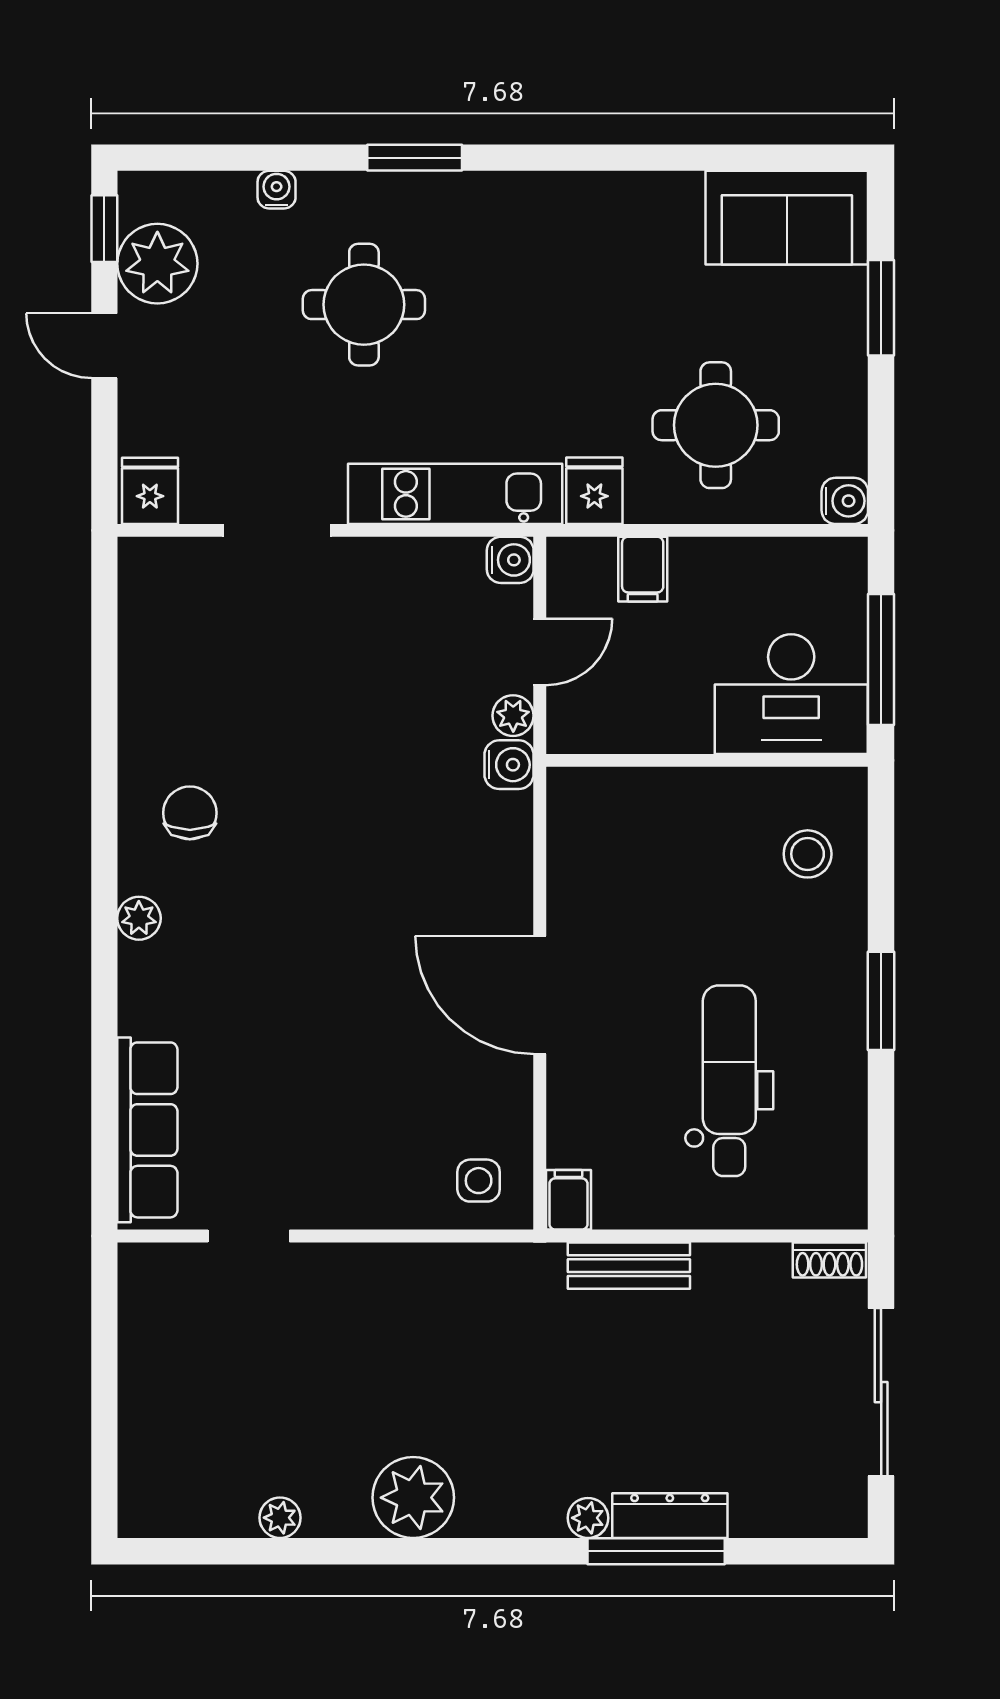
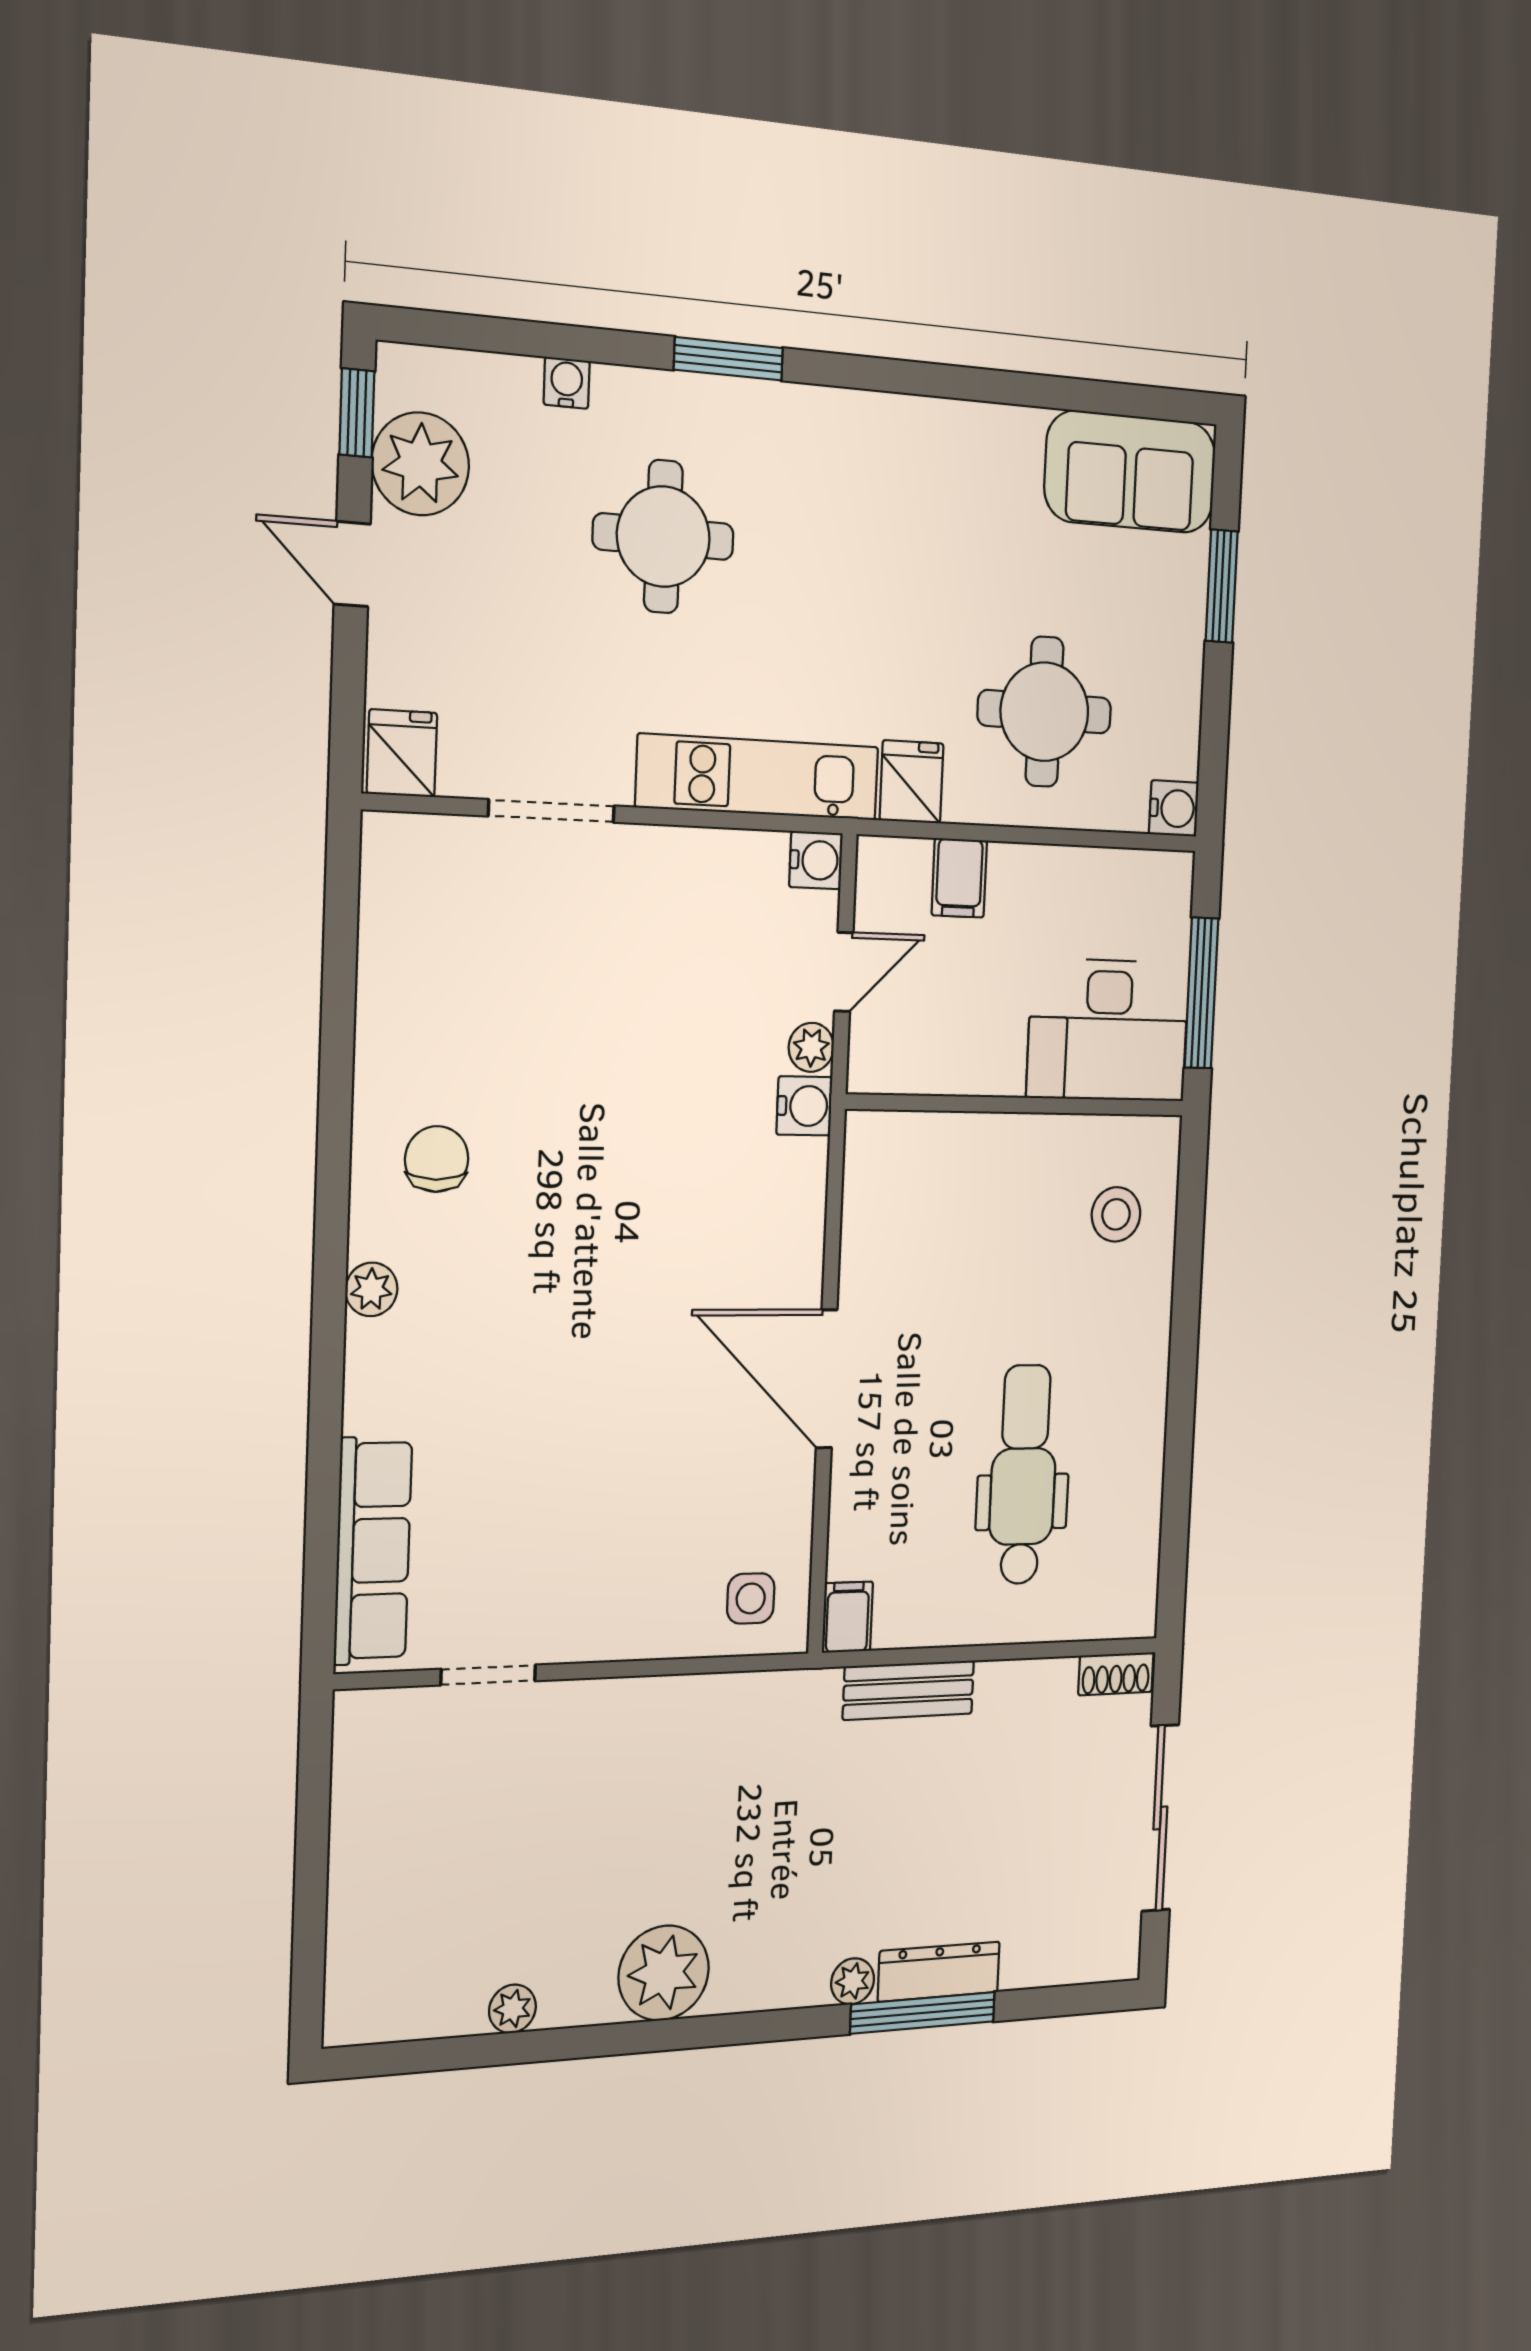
window: (881, 1001) -> (1182, 1381), removed

